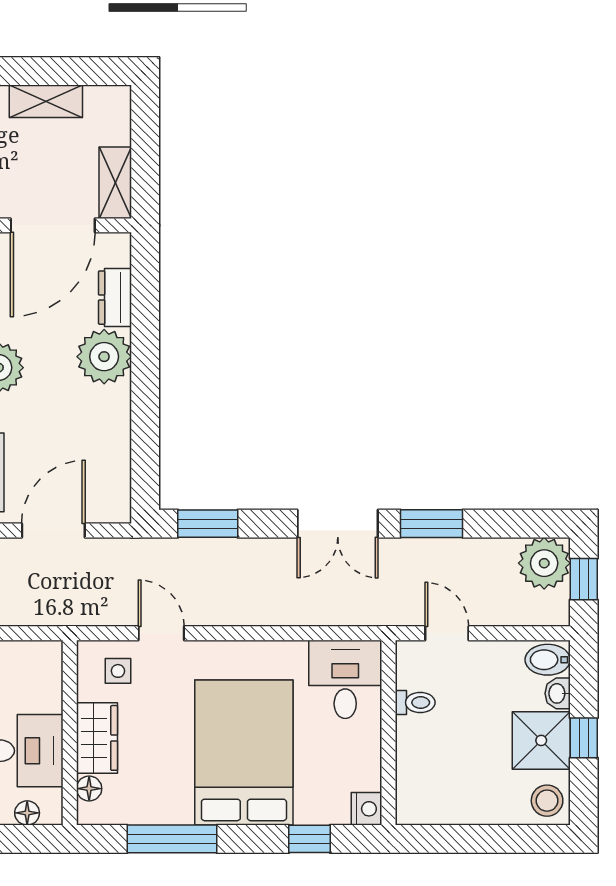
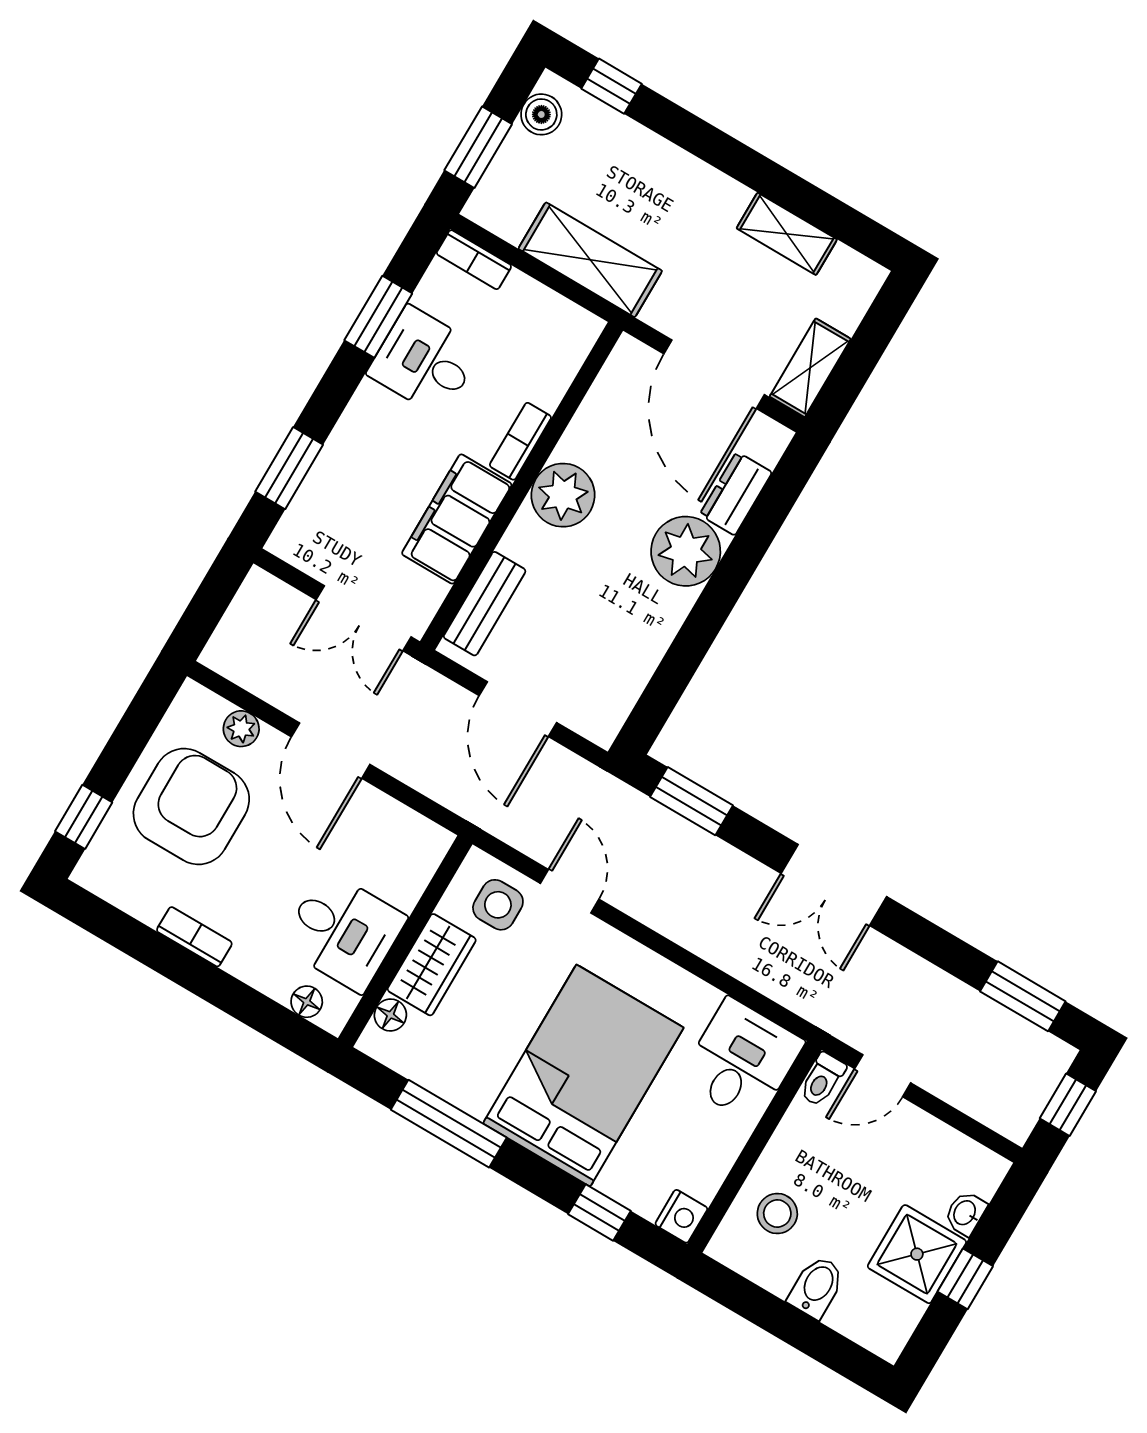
door: (53, 225) -> (714, 374), hinge flipped
window: (432, 524) -> (1023, 996), moved
door: (53, 530) -> (518, 709), swing flipped
plant: (544, 563) -> (1035, 1062), removed
door: (447, 633) -> (883, 1076), swing flipped
bidet: (548, 660) -> (817, 1287), moved, turned 90
side table: (118, 671) -> (498, 905), width x1.37, depth x1.37
toilet: (415, 703) -> (822, 1080), moved, turned 90
stool: (547, 801) -> (777, 1214), moved

